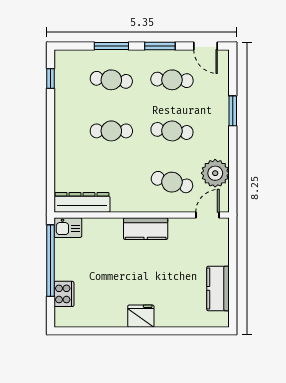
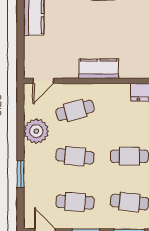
plant: (215, 173) -> (36, 131), moved
cafe table: (172, 182) -> (75, 110), turned -30

